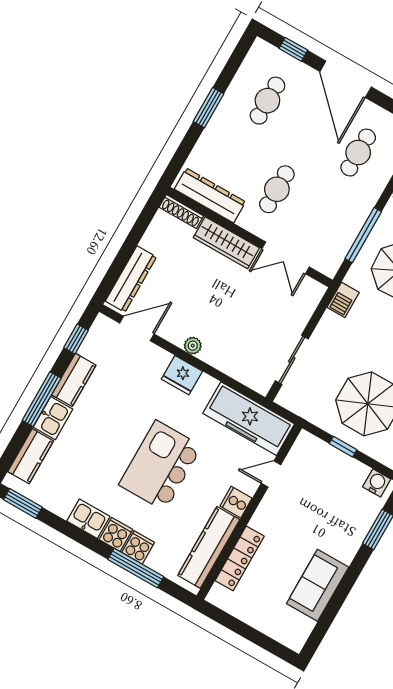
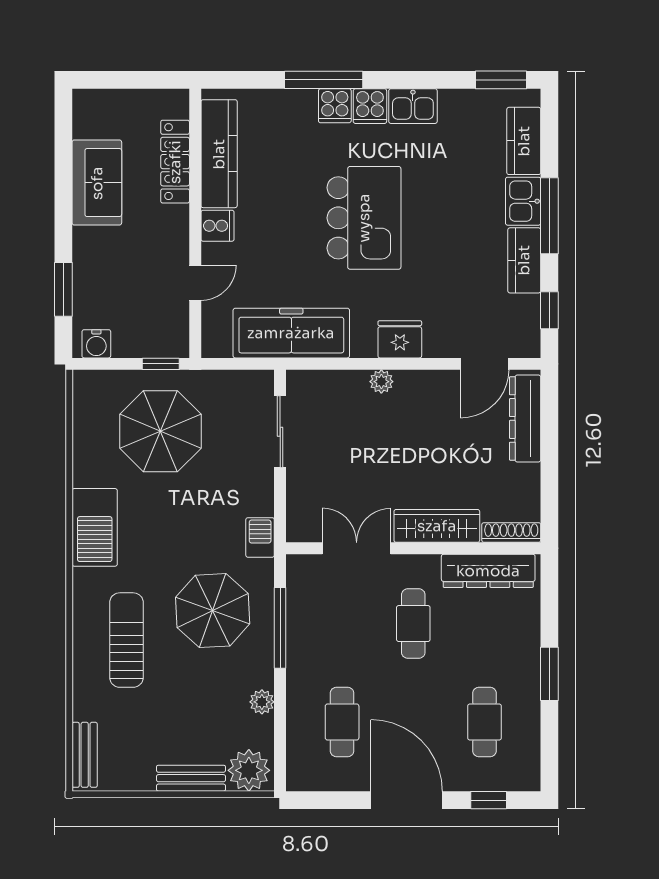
plant: (193, 346) -> (381, 382), moved
door: (271, 474) -> (195, 283), moved
cooker: (236, 502) -> (217, 226), moved
wall: (249, 512) -> (195, 223), moved
kitchen counter: (209, 547) -> (219, 154), moved
locker: (240, 558) -> (175, 162), moved

